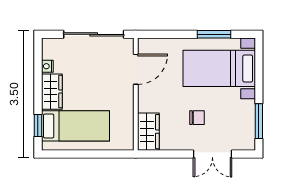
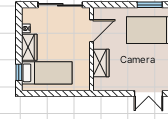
chair: (197, 118) -> (137, 67), removed
wardrobe: (148, 132) -> (101, 63), moved

